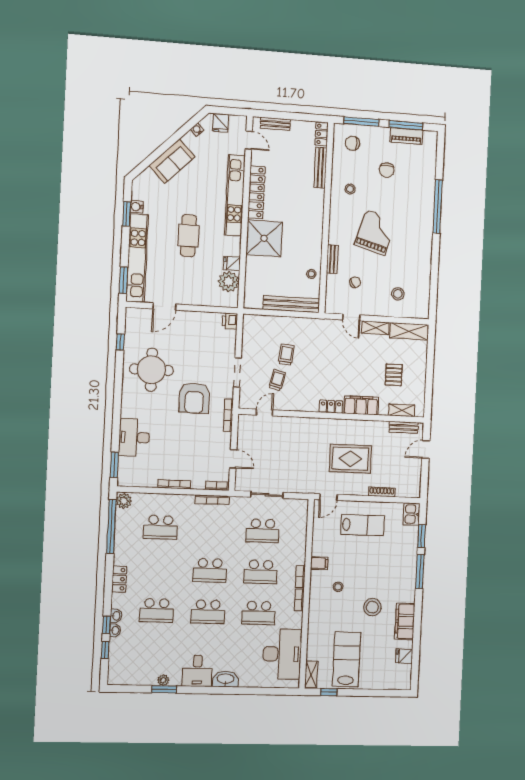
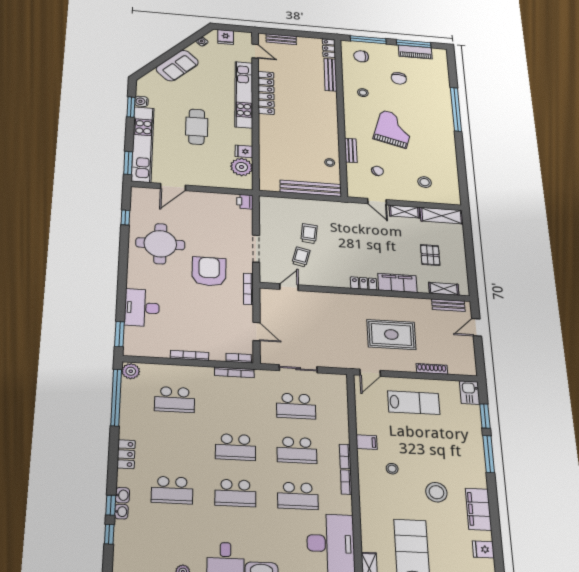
shower: (264, 238) -> (277, 131), removed
armchair: (194, 398) -> (209, 271), turned 180

